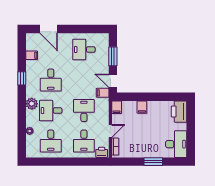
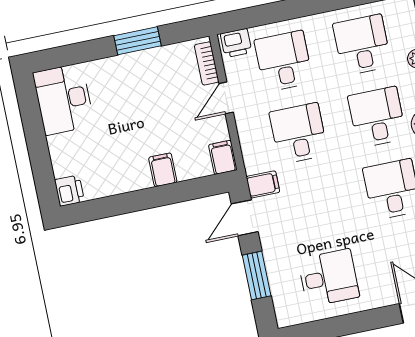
door: (113, 81) -> (245, 218), swing flipped
desk: (51, 111) -> (377, 117), turned -90
desk: (84, 111) -> (299, 133), turned 180
printer: (179, 112) -> (69, 191), width x0.53, depth x0.68
window: (153, 162) -> (137, 41), moved

